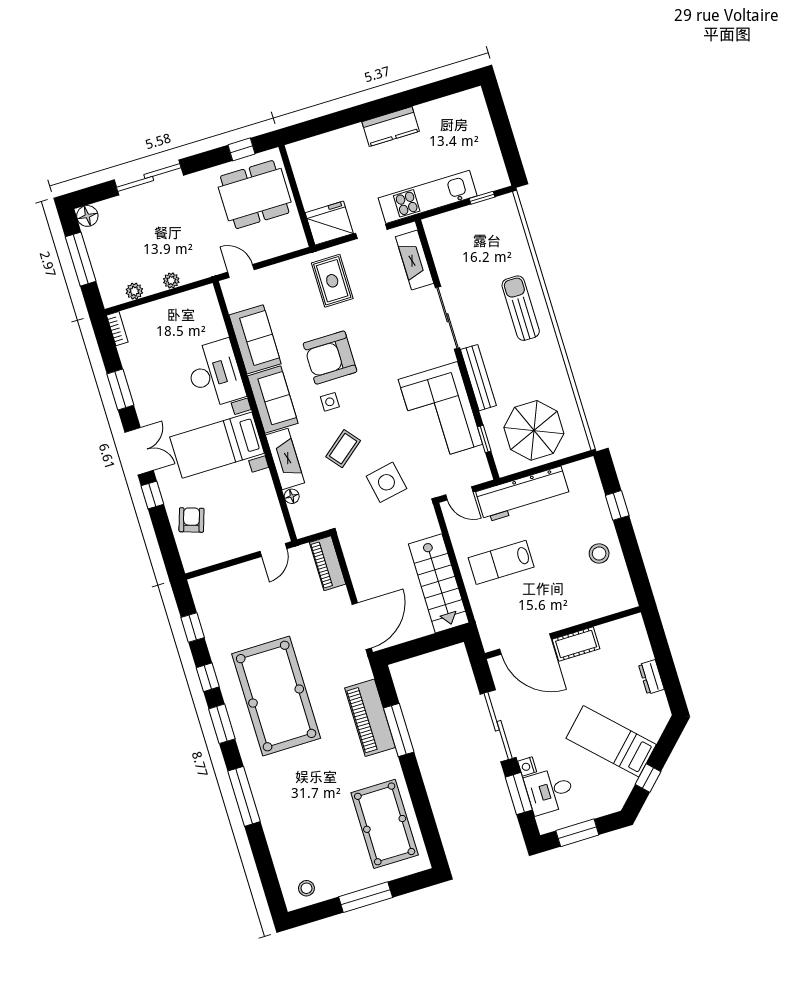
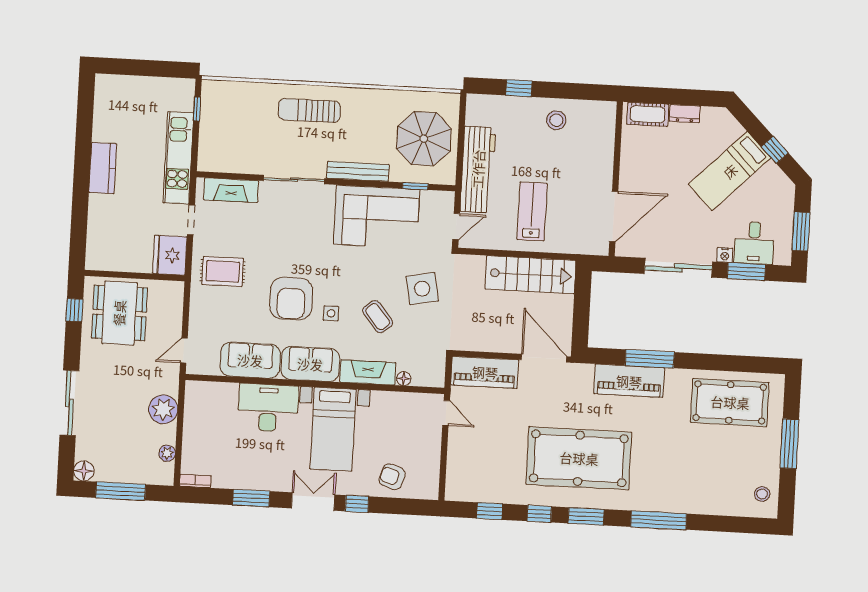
plant: (171, 280) -> (163, 409), width x1.88, depth x1.88
lab bench: (501, 562) -> (532, 211), turned 180
piano: (328, 563) -> (485, 372), width x1.37, depth x1.33
cot: (576, 644) -> (648, 114), moved, turned 90

